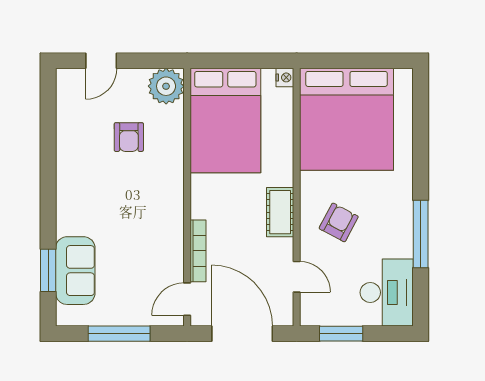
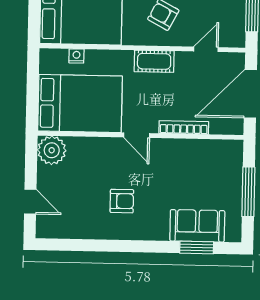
nightstand: (285, 77) -> (76, 56), moved
armchair: (129, 137) -> (122, 201), moved
door: (187, 299) -> (137, 135), moved

